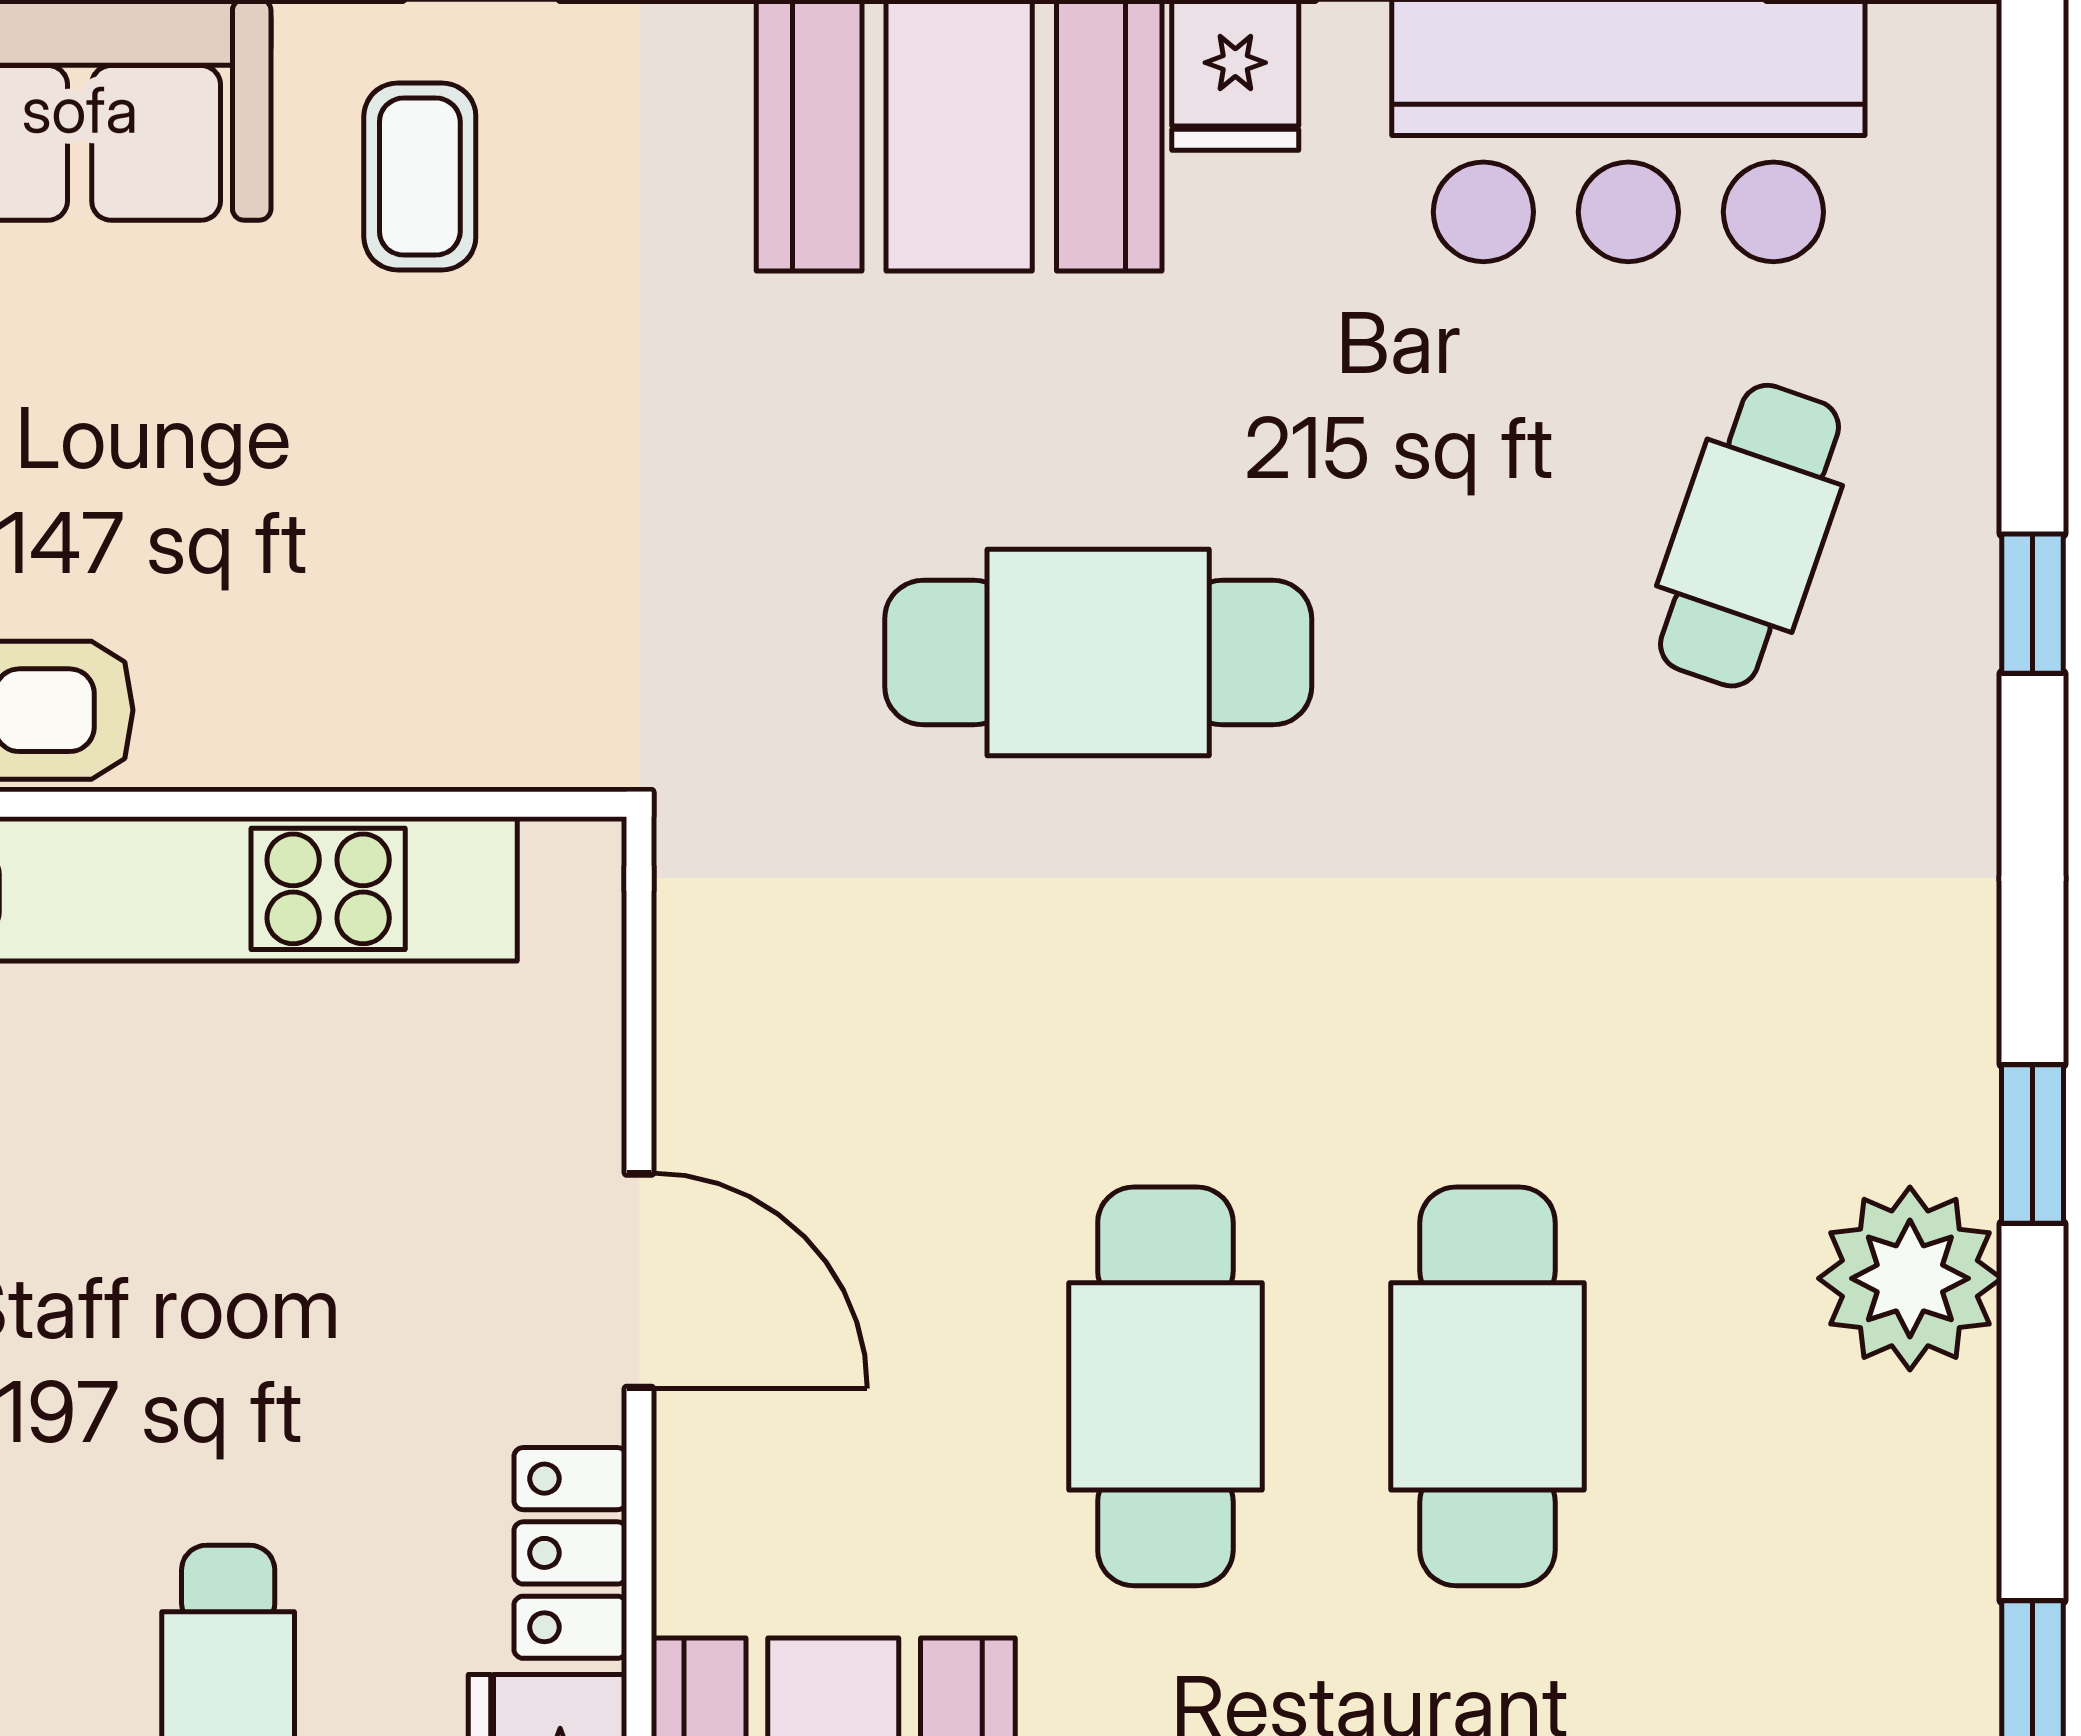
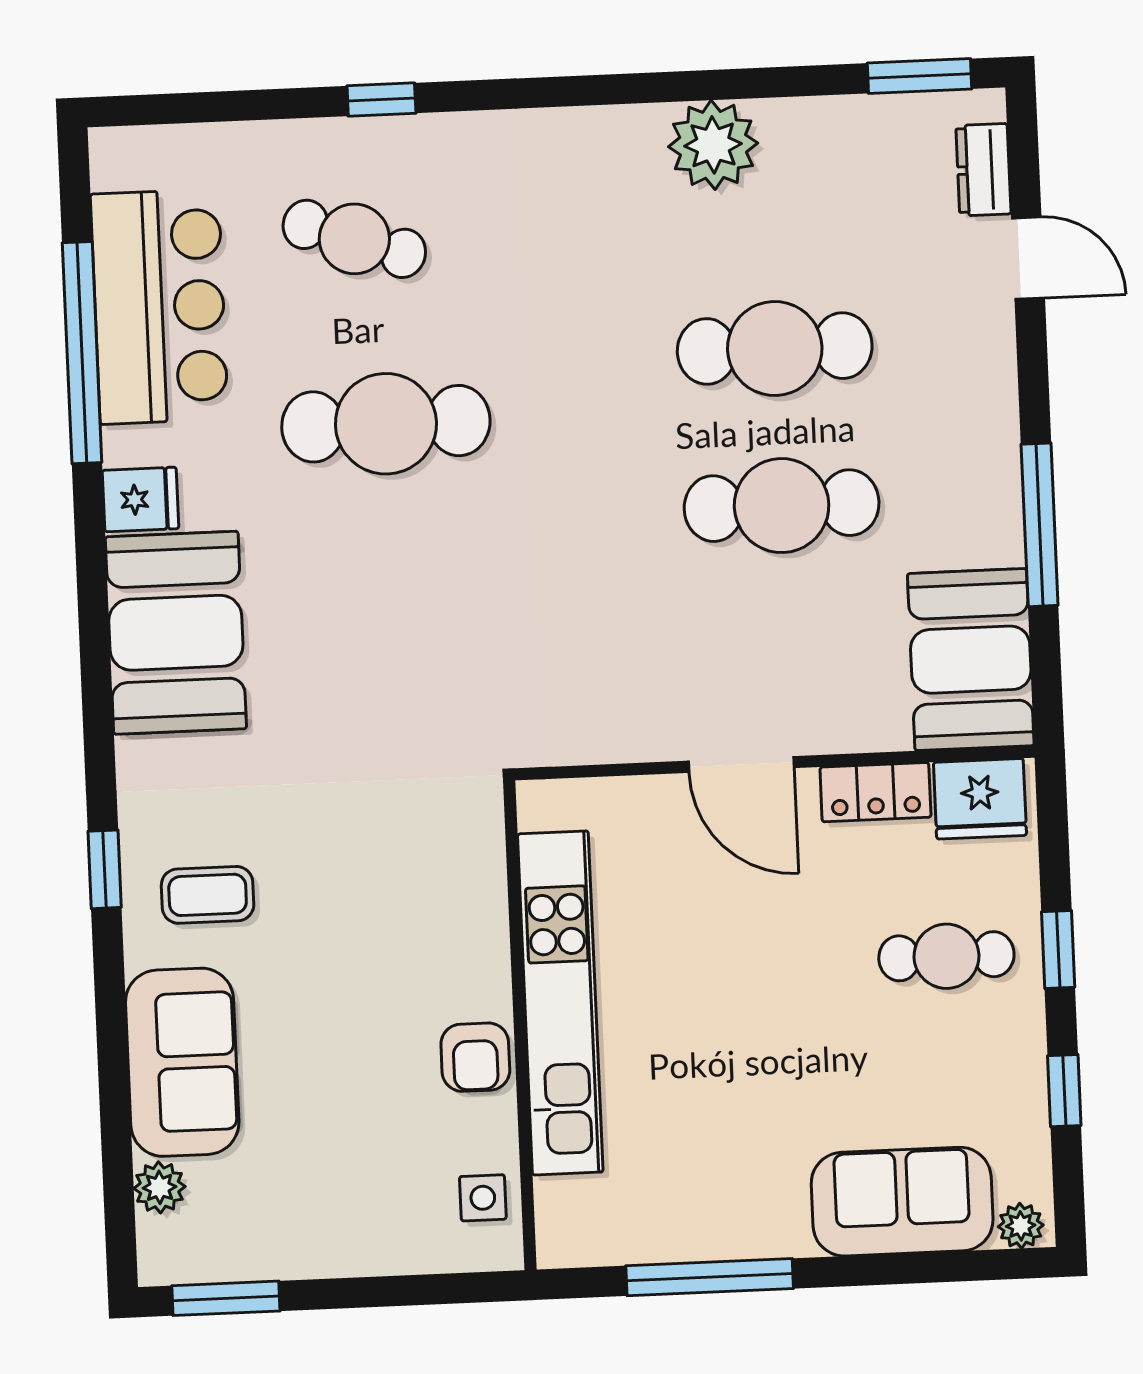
cafe table: (1098, 653) -> (386, 424), moved, turned 90
window: (2033, 1144) -> (645, 88), removed
door: (639, 1281) -> (741, 764), swing flipped

